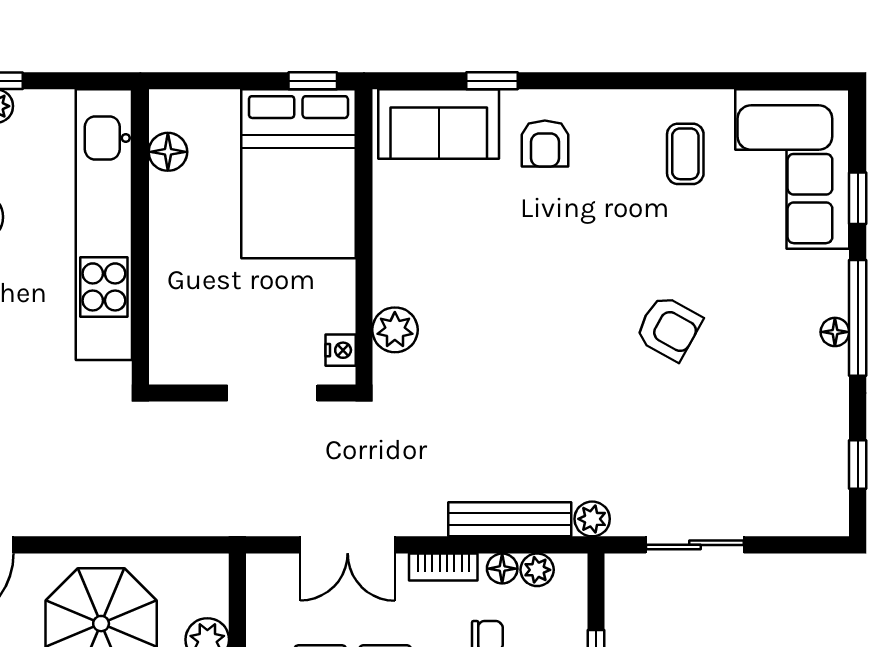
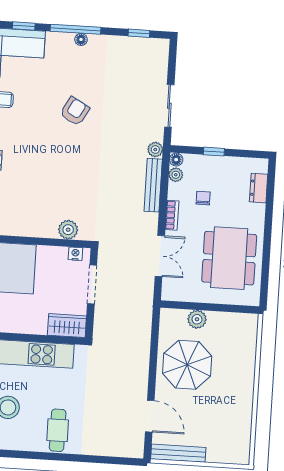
wardrobe: (174, 341) -> (67, 326), added
floor lamp: (502, 569) -> (176, 160), moved

